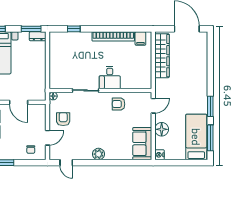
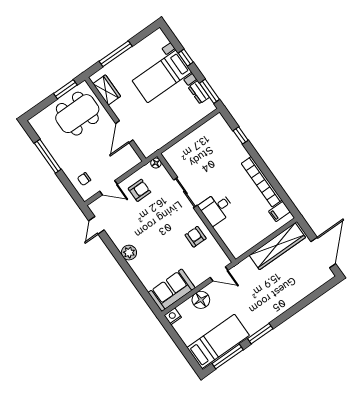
dresser: (38, 36) -> (199, 92), moved

